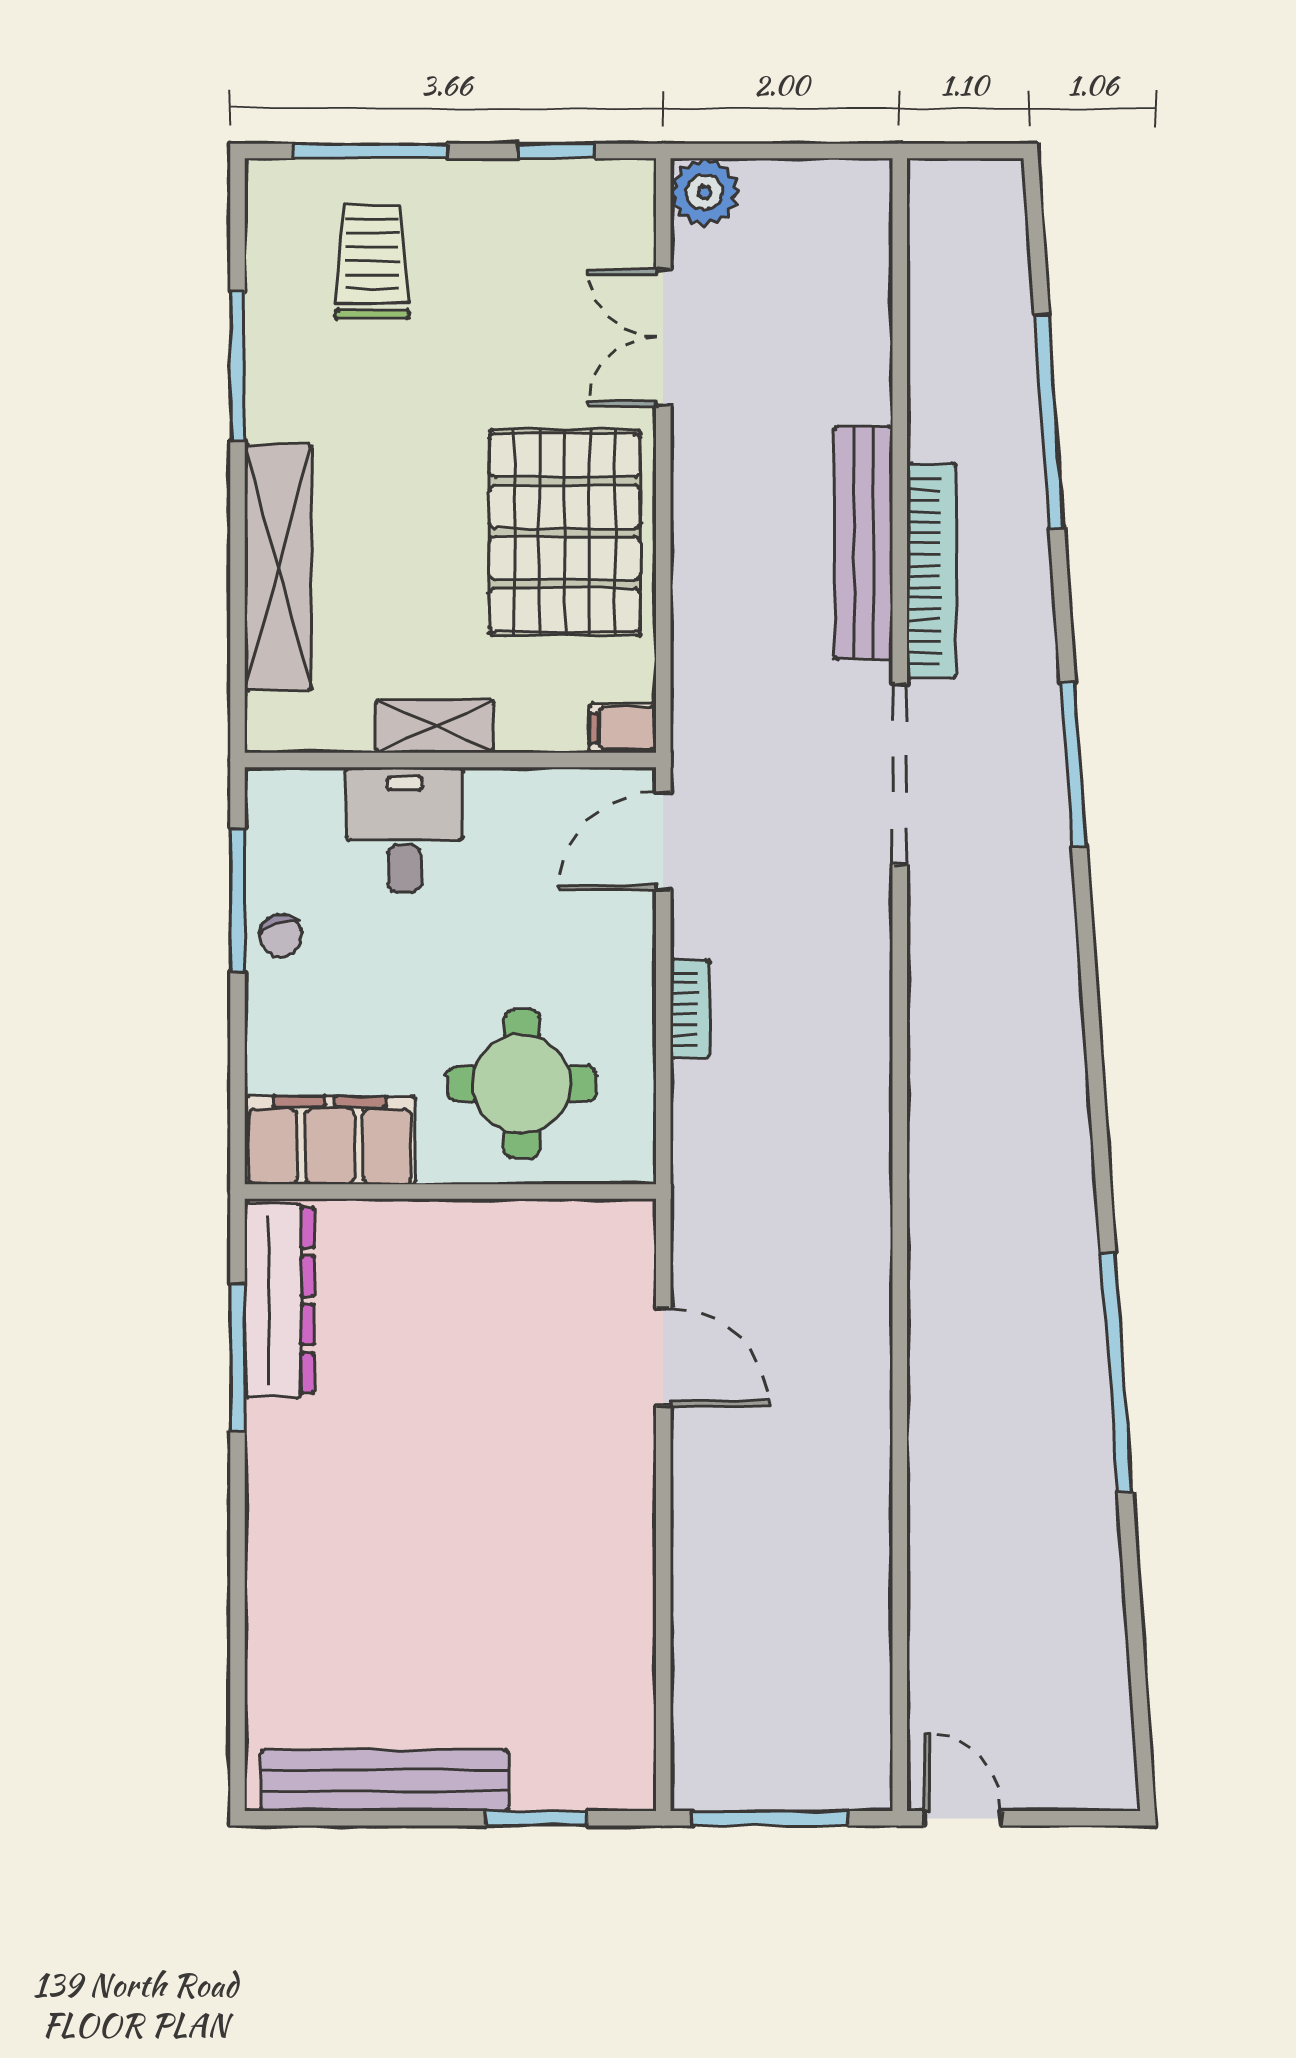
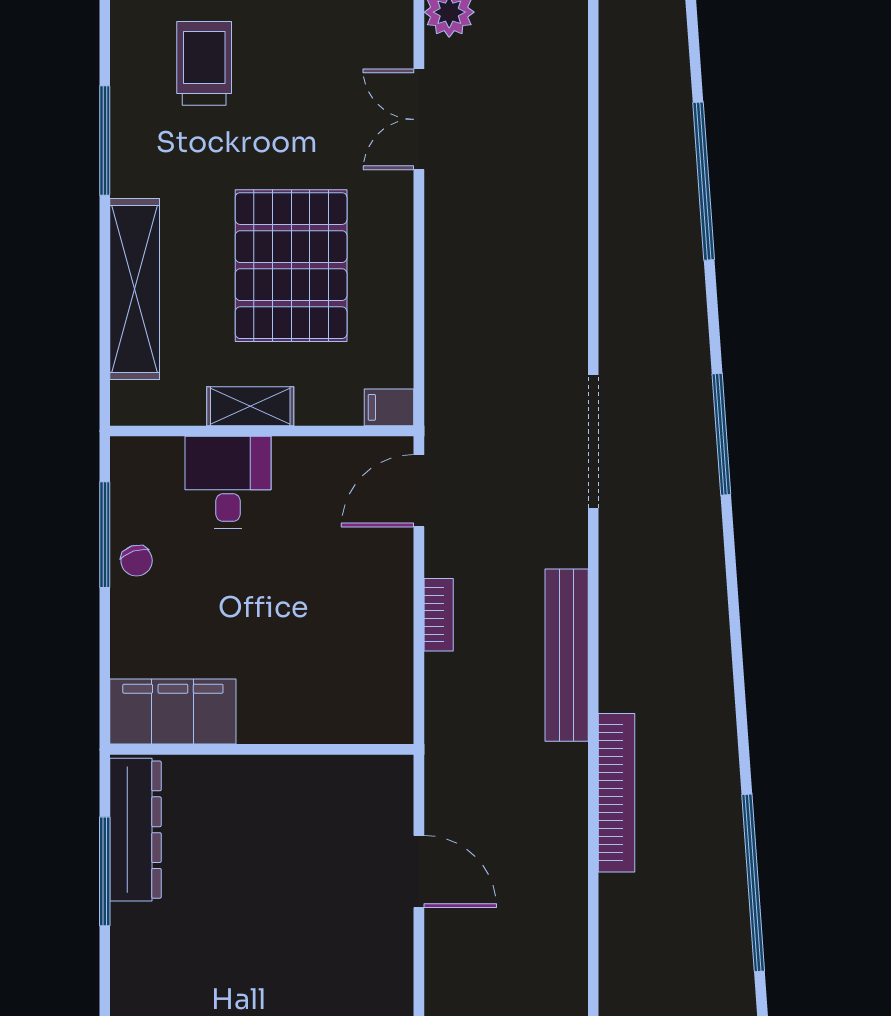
pallet: (565, 533) -> (291, 266), moved
bench: (864, 543) -> (567, 655), moved
bookcase: (931, 571) -> (617, 793), moved
round table: (522, 1084) -> (314, 670), removed

